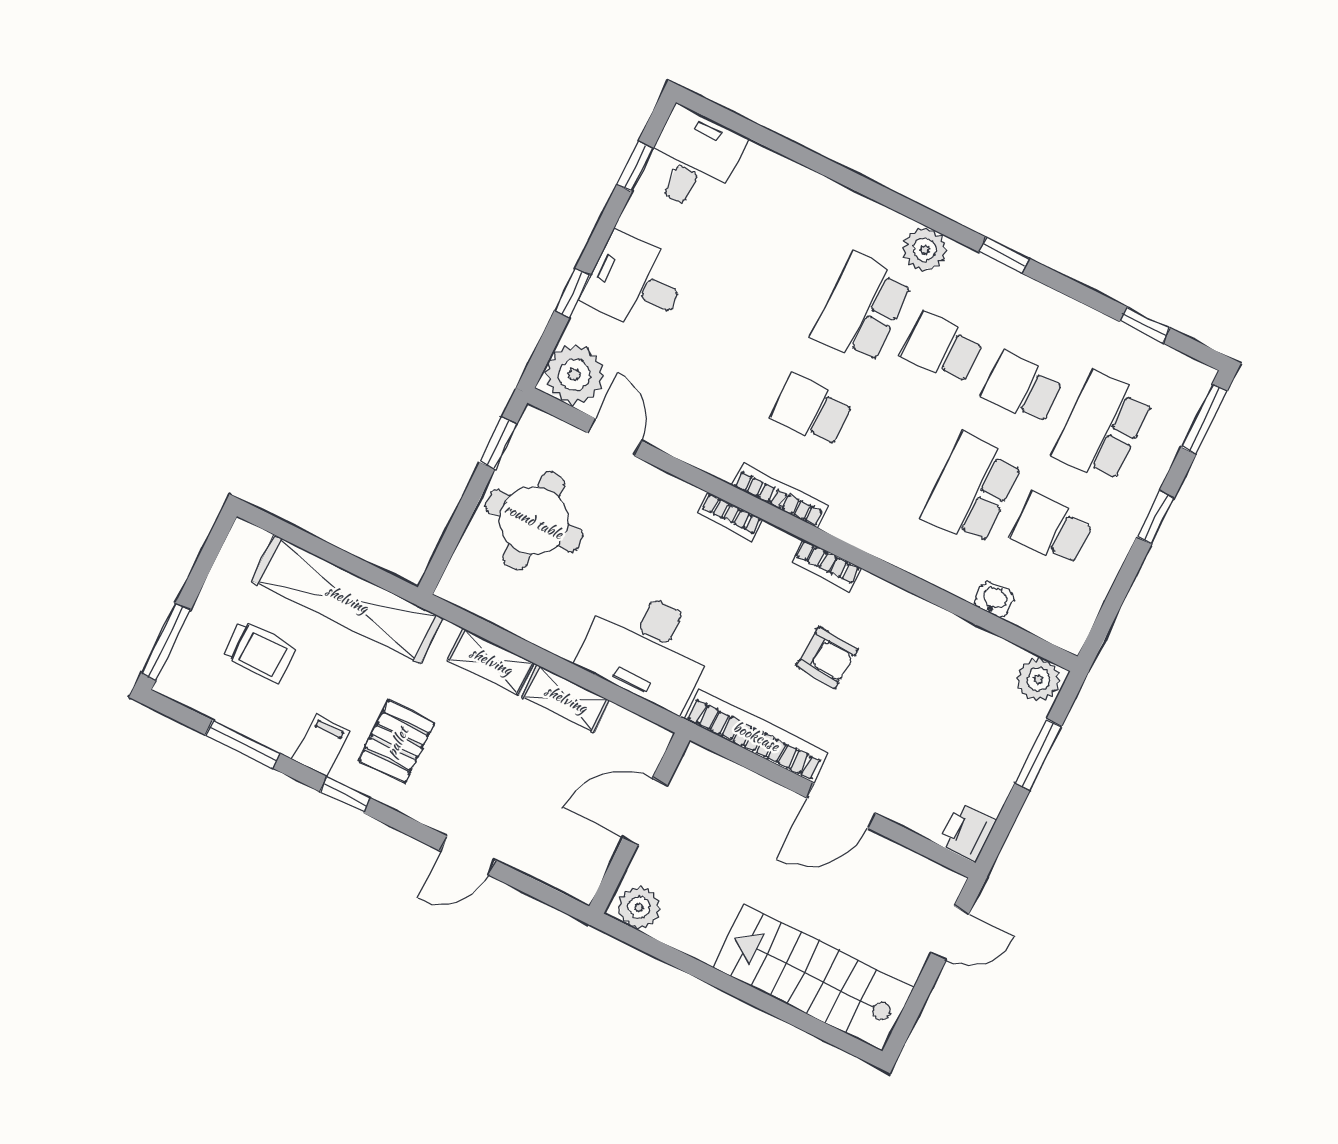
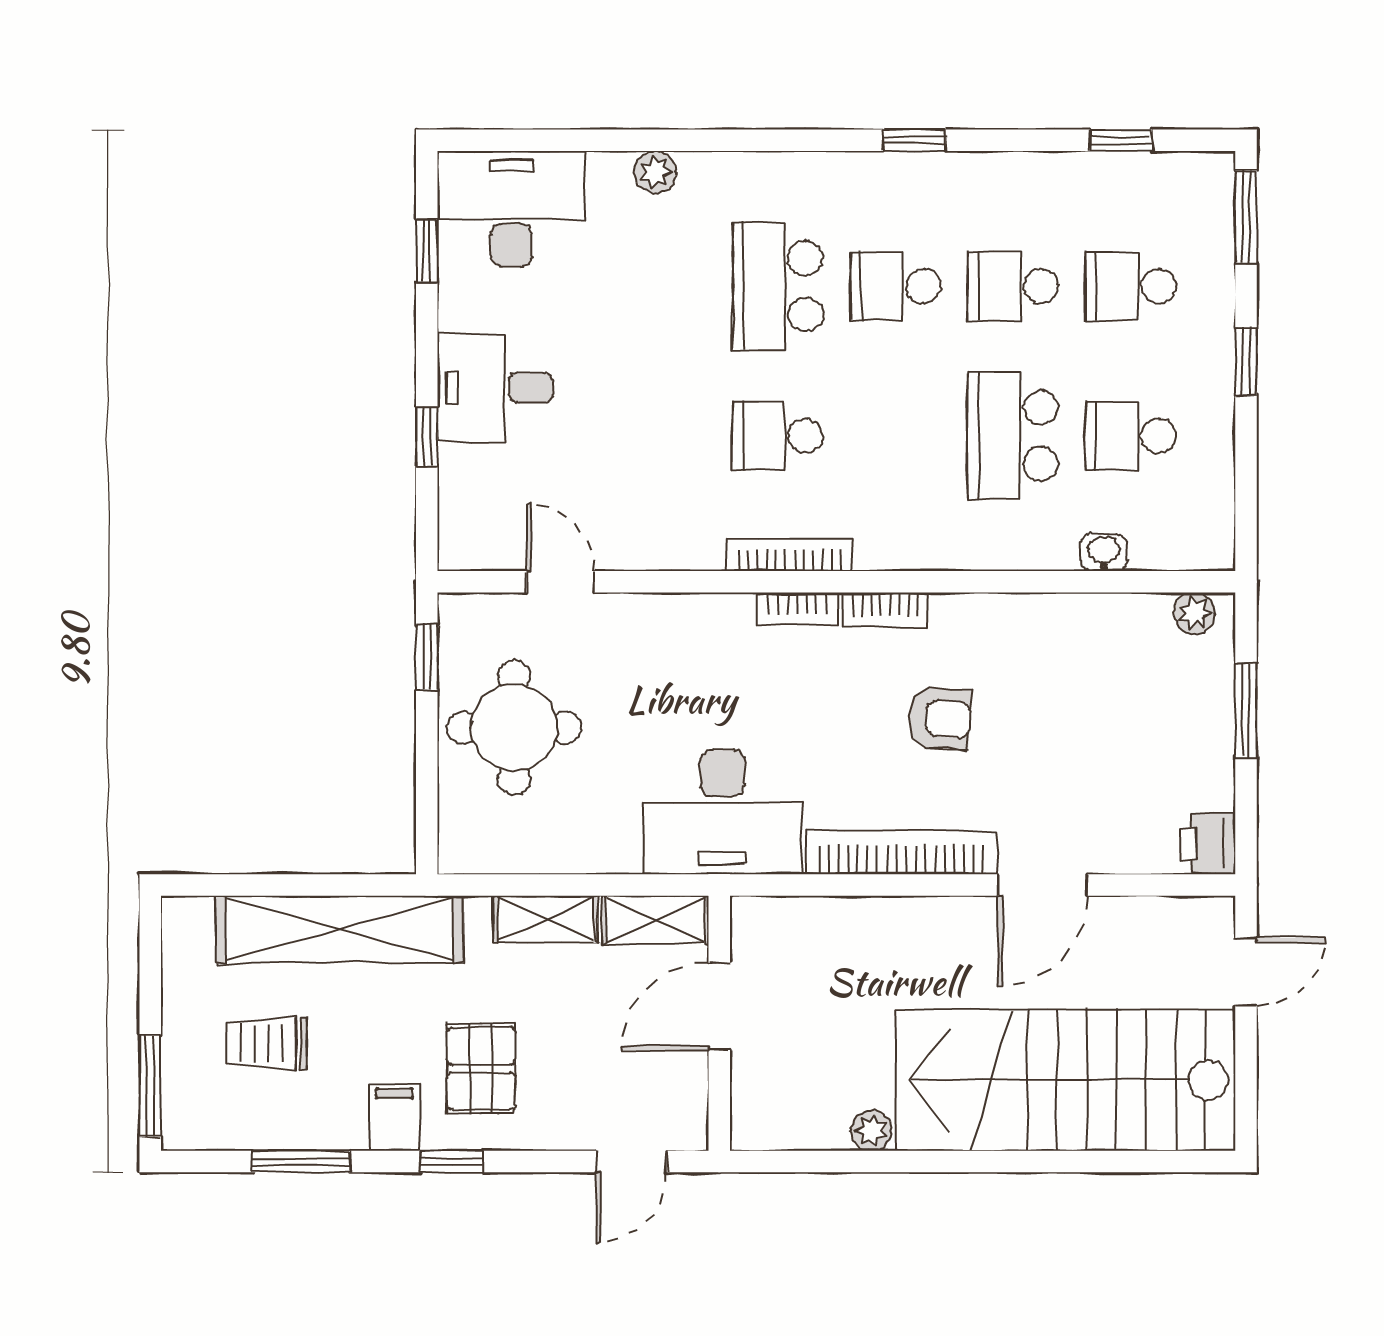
desk: (693, 160) -> (511, 209), width x1.37
plant: (925, 250) -> (655, 172), moved, width x0.73, depth x0.73
plant: (574, 375) -> (477, 532), removed
school desk: (1102, 427) -> (1131, 286), width x0.54
bookcase: (730, 517) -> (797, 609), moved
trolley: (259, 652) -> (267, 1044), turned 180
plant: (1038, 680) -> (1195, 613), width x0.73, depth x0.73
door: (645, 812) -> (719, 1006), moved
wall: (639, 823) -> (719, 1023), moved
plant: (639, 907) -> (871, 1131), width x0.73, depth x0.73
stairs: (814, 978) -> (1066, 1080), width x1.36, depth x1.51

